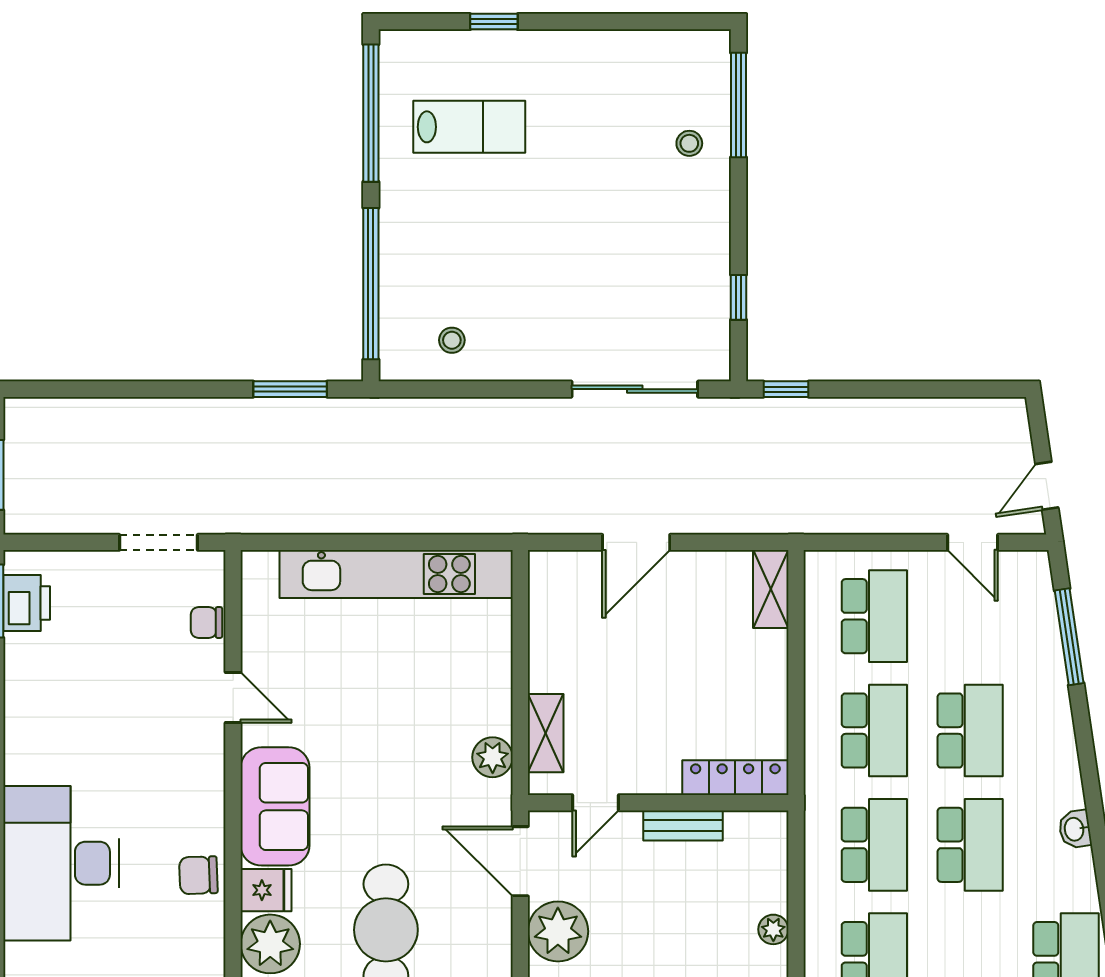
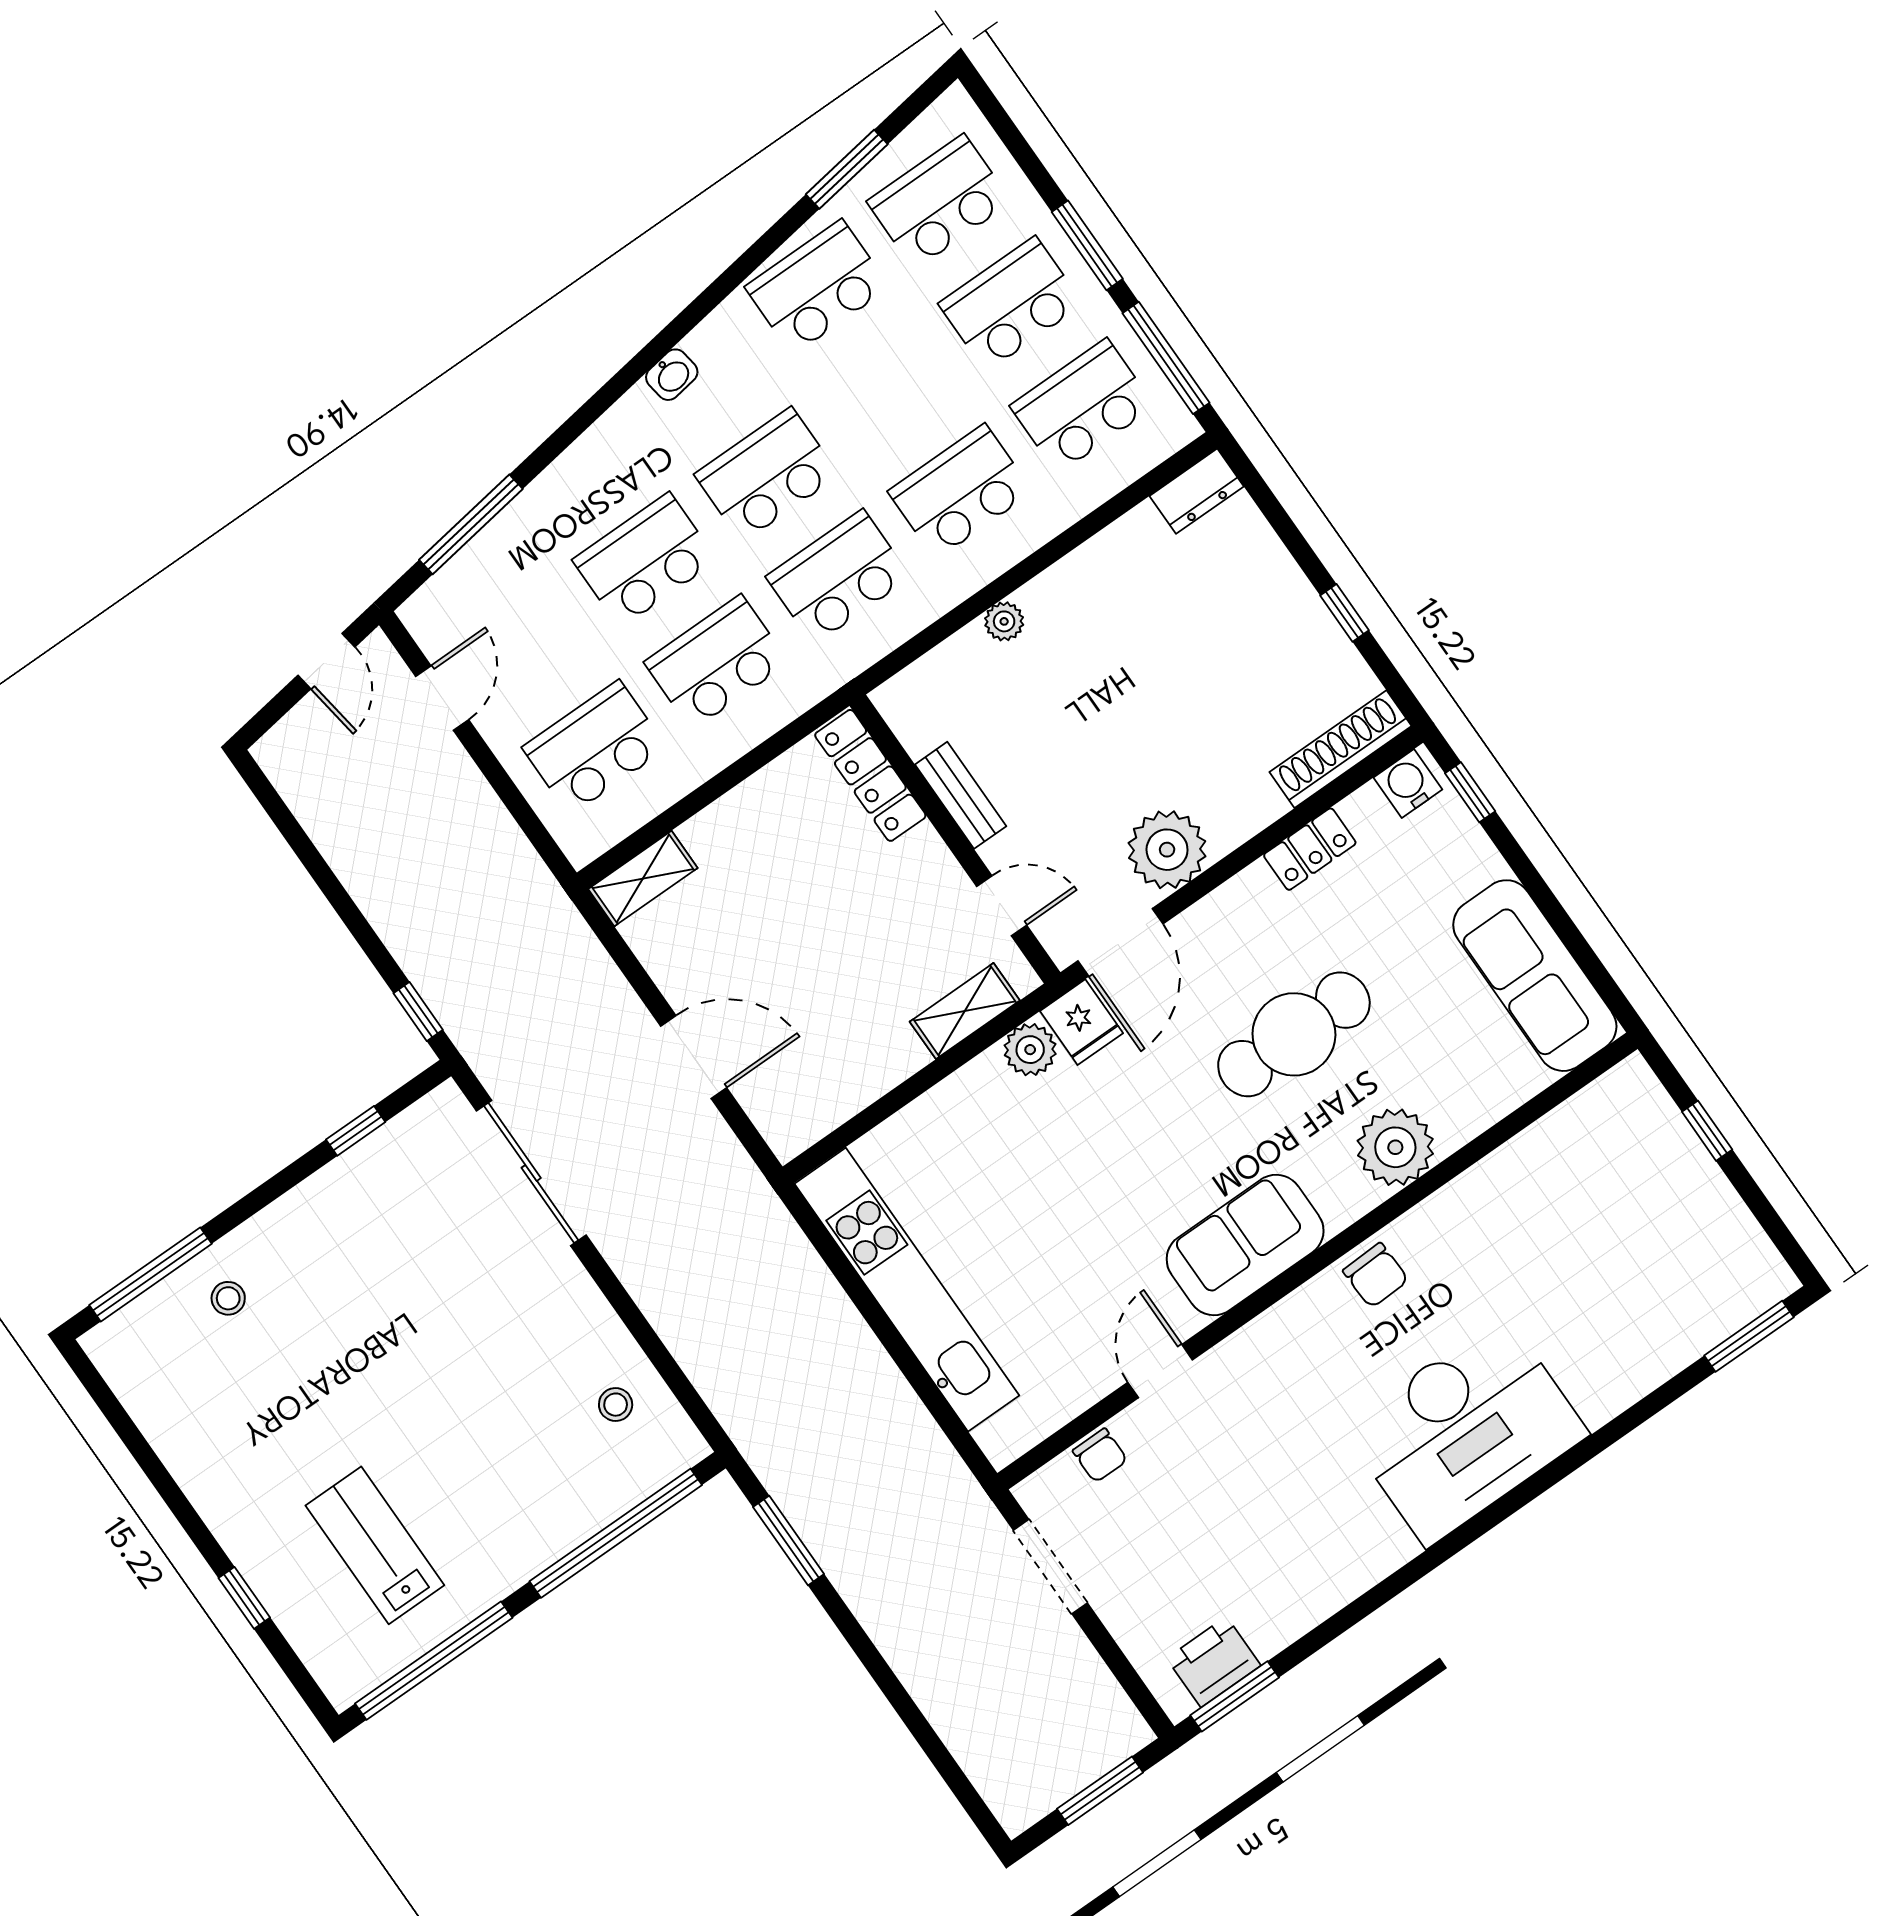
door: (1047, 486) -> (326, 661), hinge flipped
fridge: (266, 890) -> (1081, 1022), moved, turned 180

